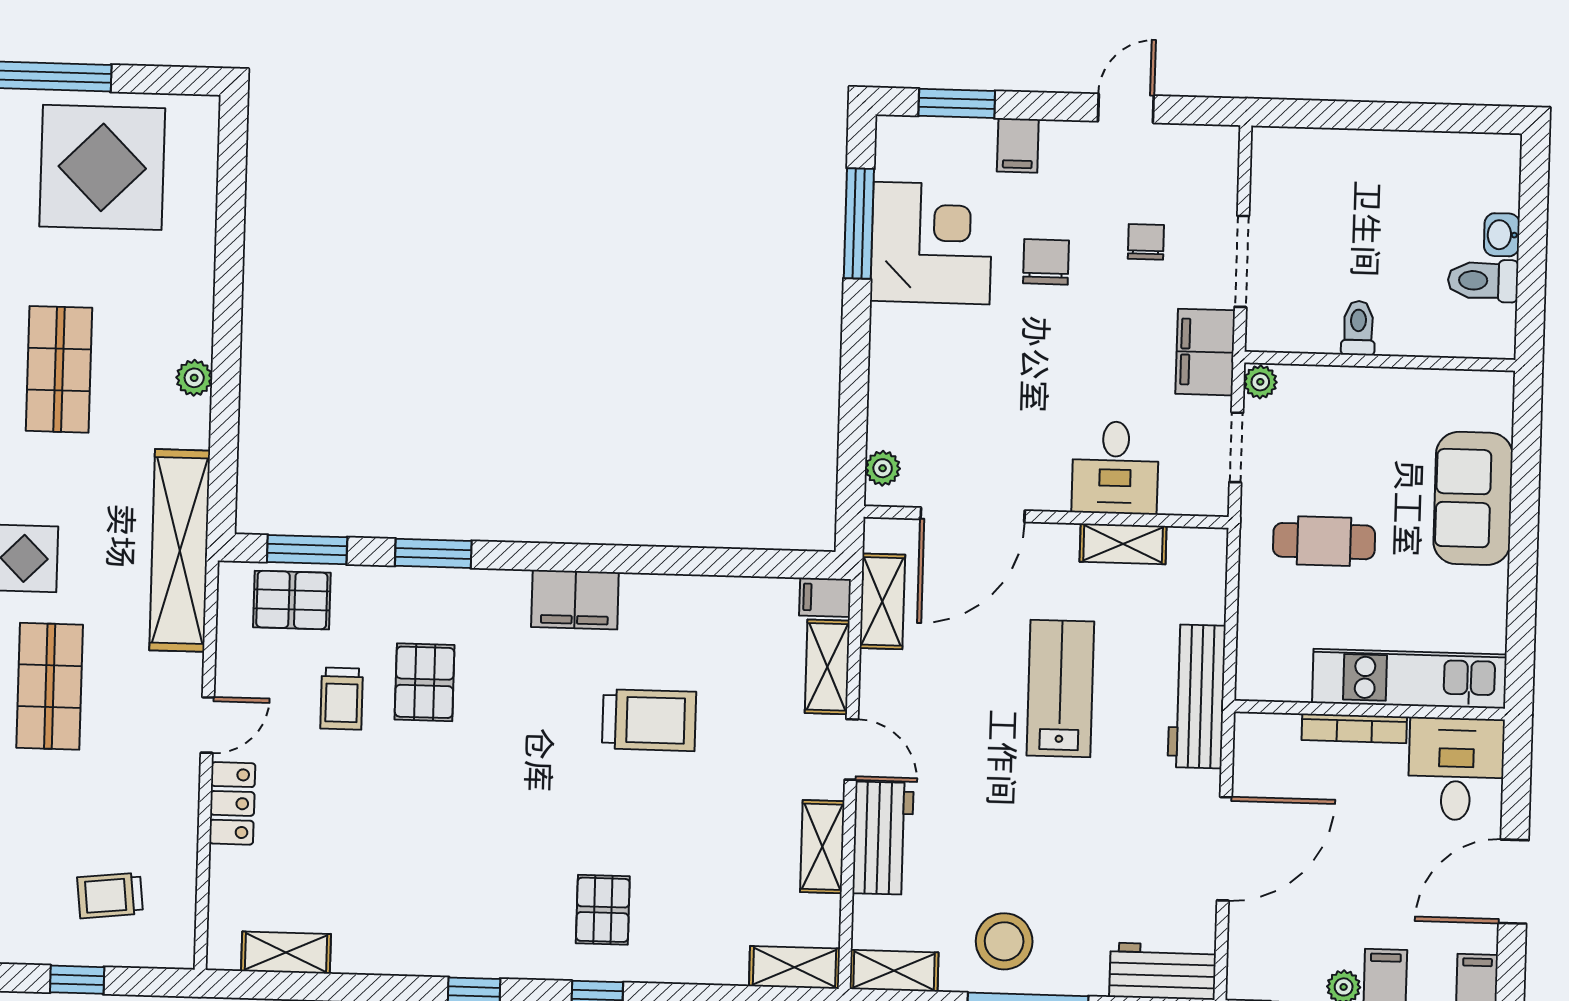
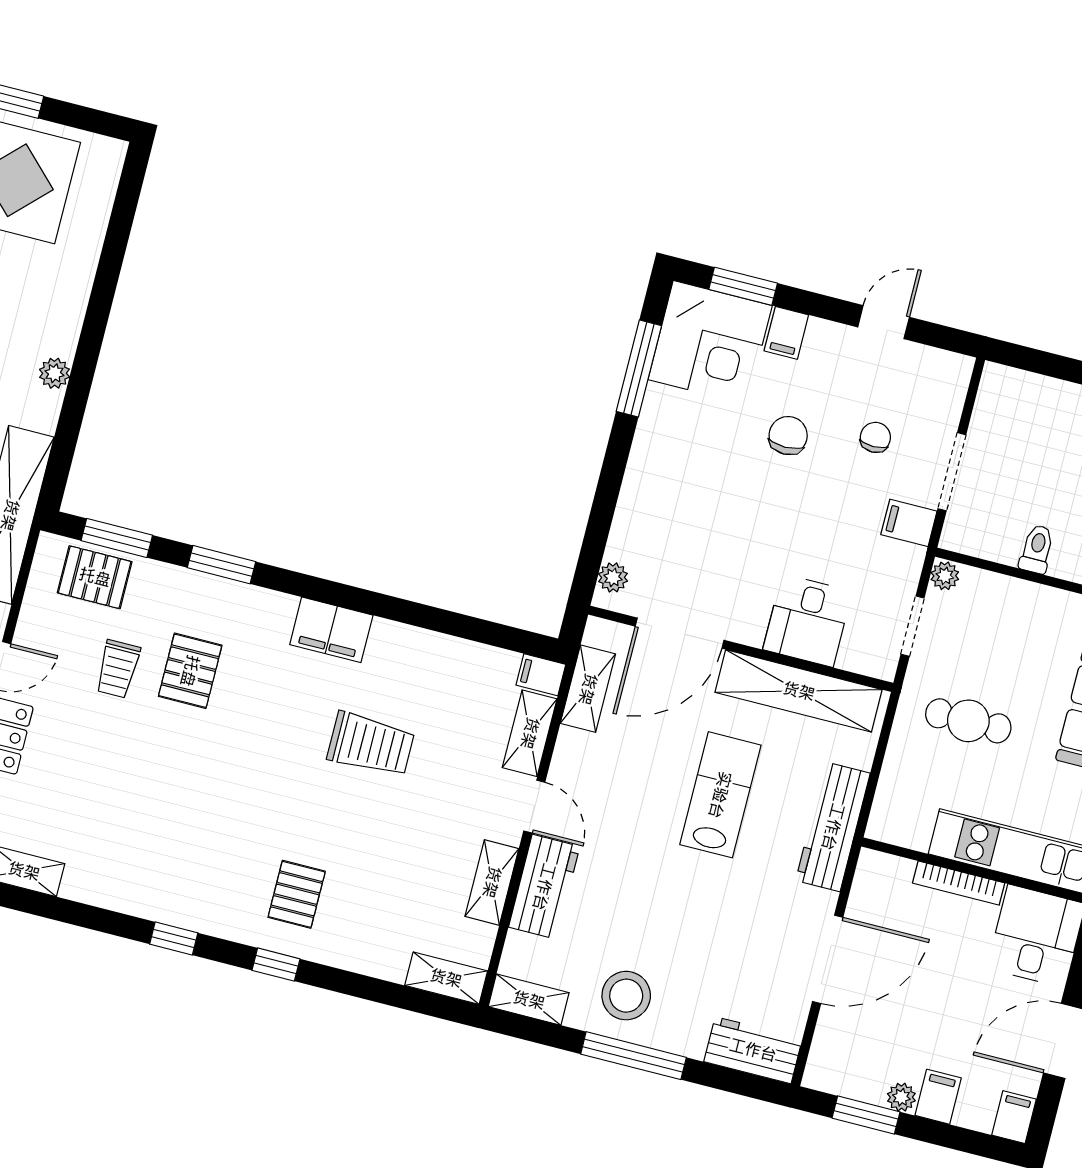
corner desk: (931, 243) -> (710, 343), moved, turned 90
filing cabinet: (1205, 352) -> (909, 523), width x0.50
shelving: (1123, 544) -> (799, 691), width x2.20, depth x1.33

